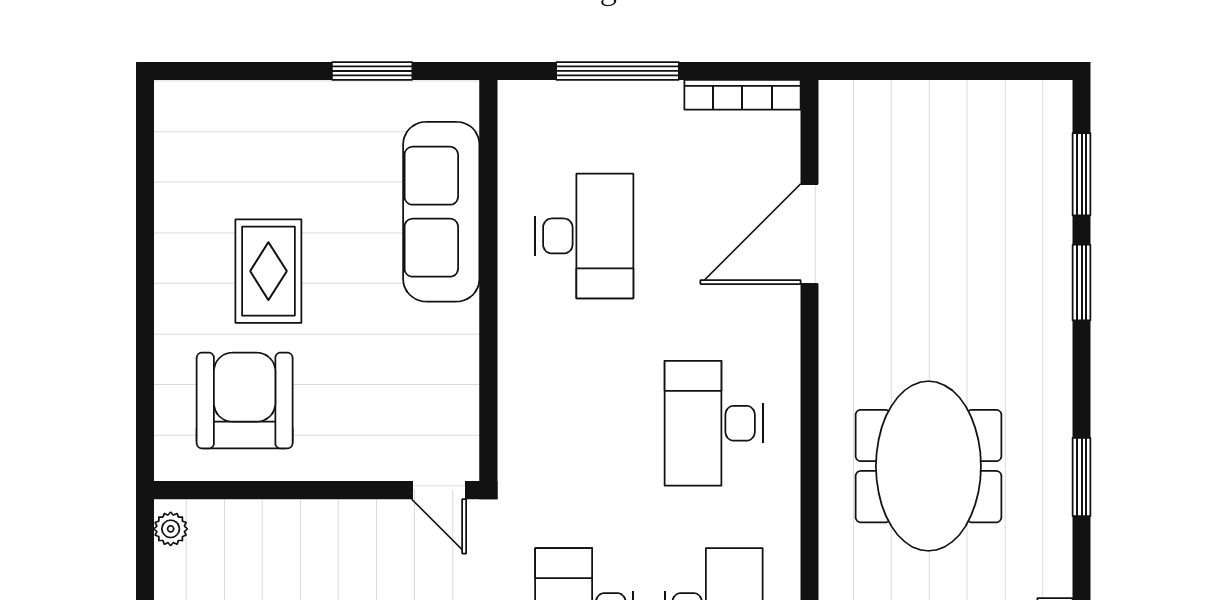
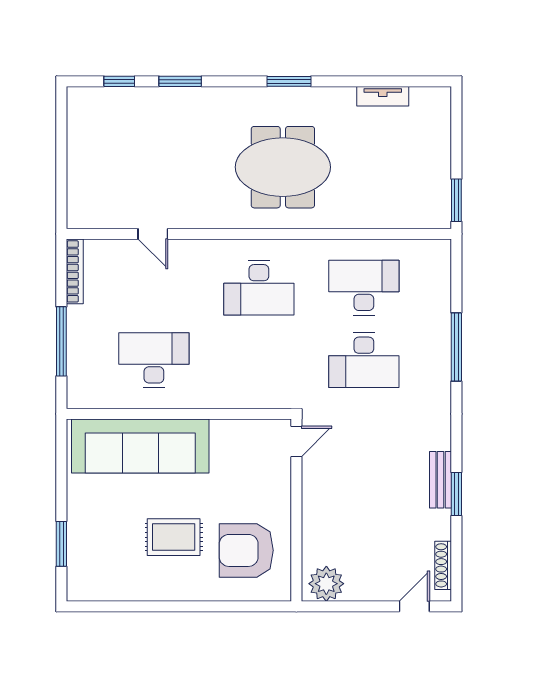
window: (372, 71) -> (61, 544), moved
window: (1082, 174) -> (119, 81), width x0.67
sofa: (441, 212) -> (140, 446), width x1.36, depth x1.27
door: (809, 234) -> (153, 234), width x0.53
plant: (171, 529) -> (326, 584), width x1.87, depth x1.87

